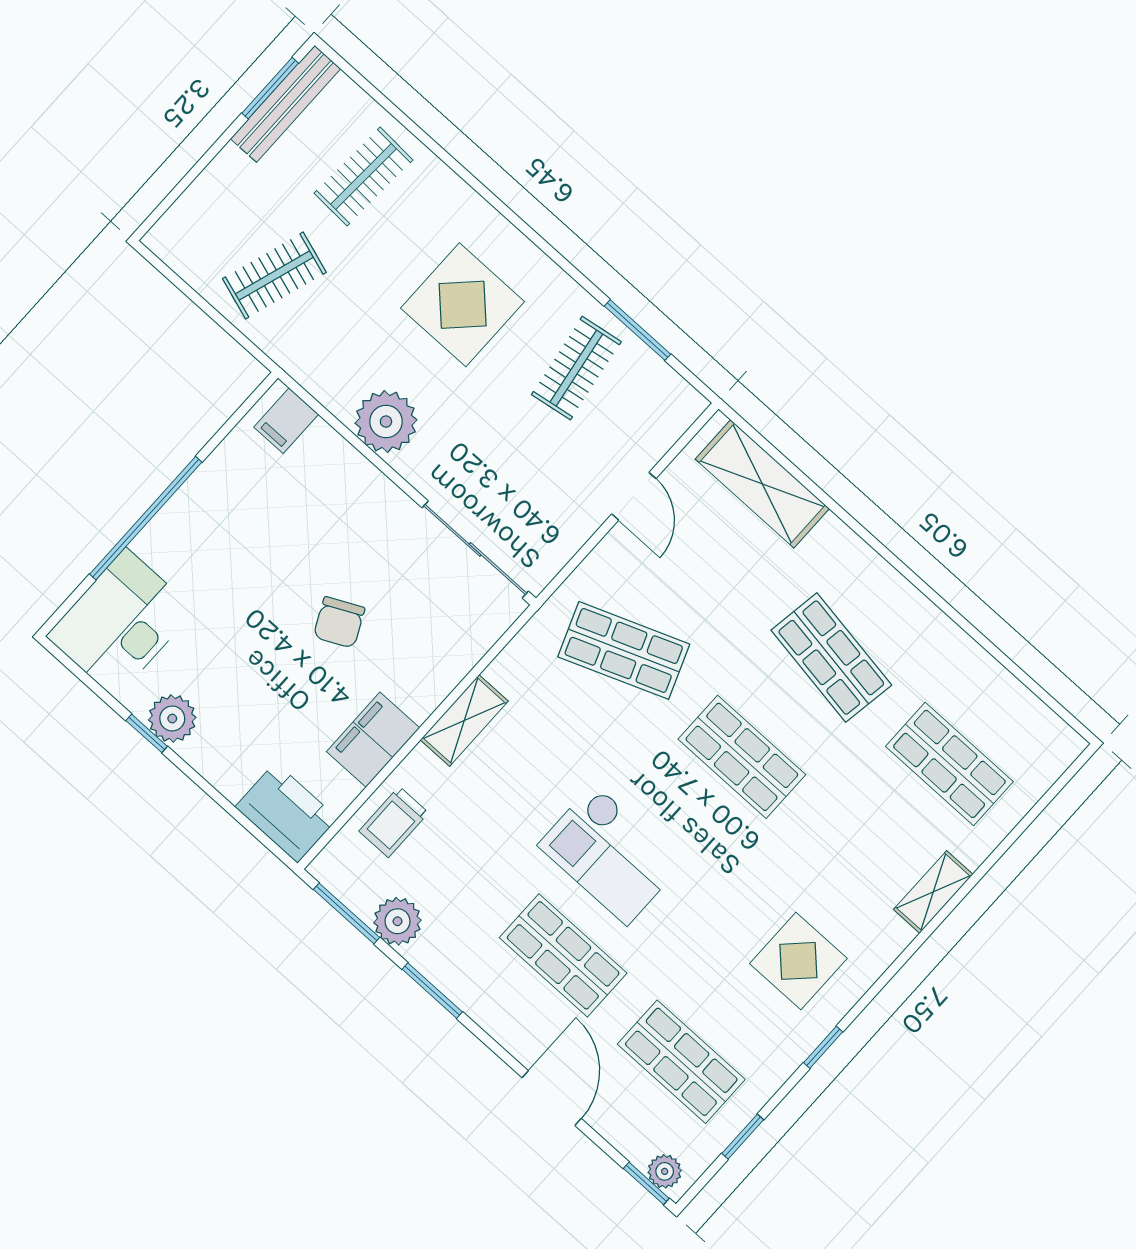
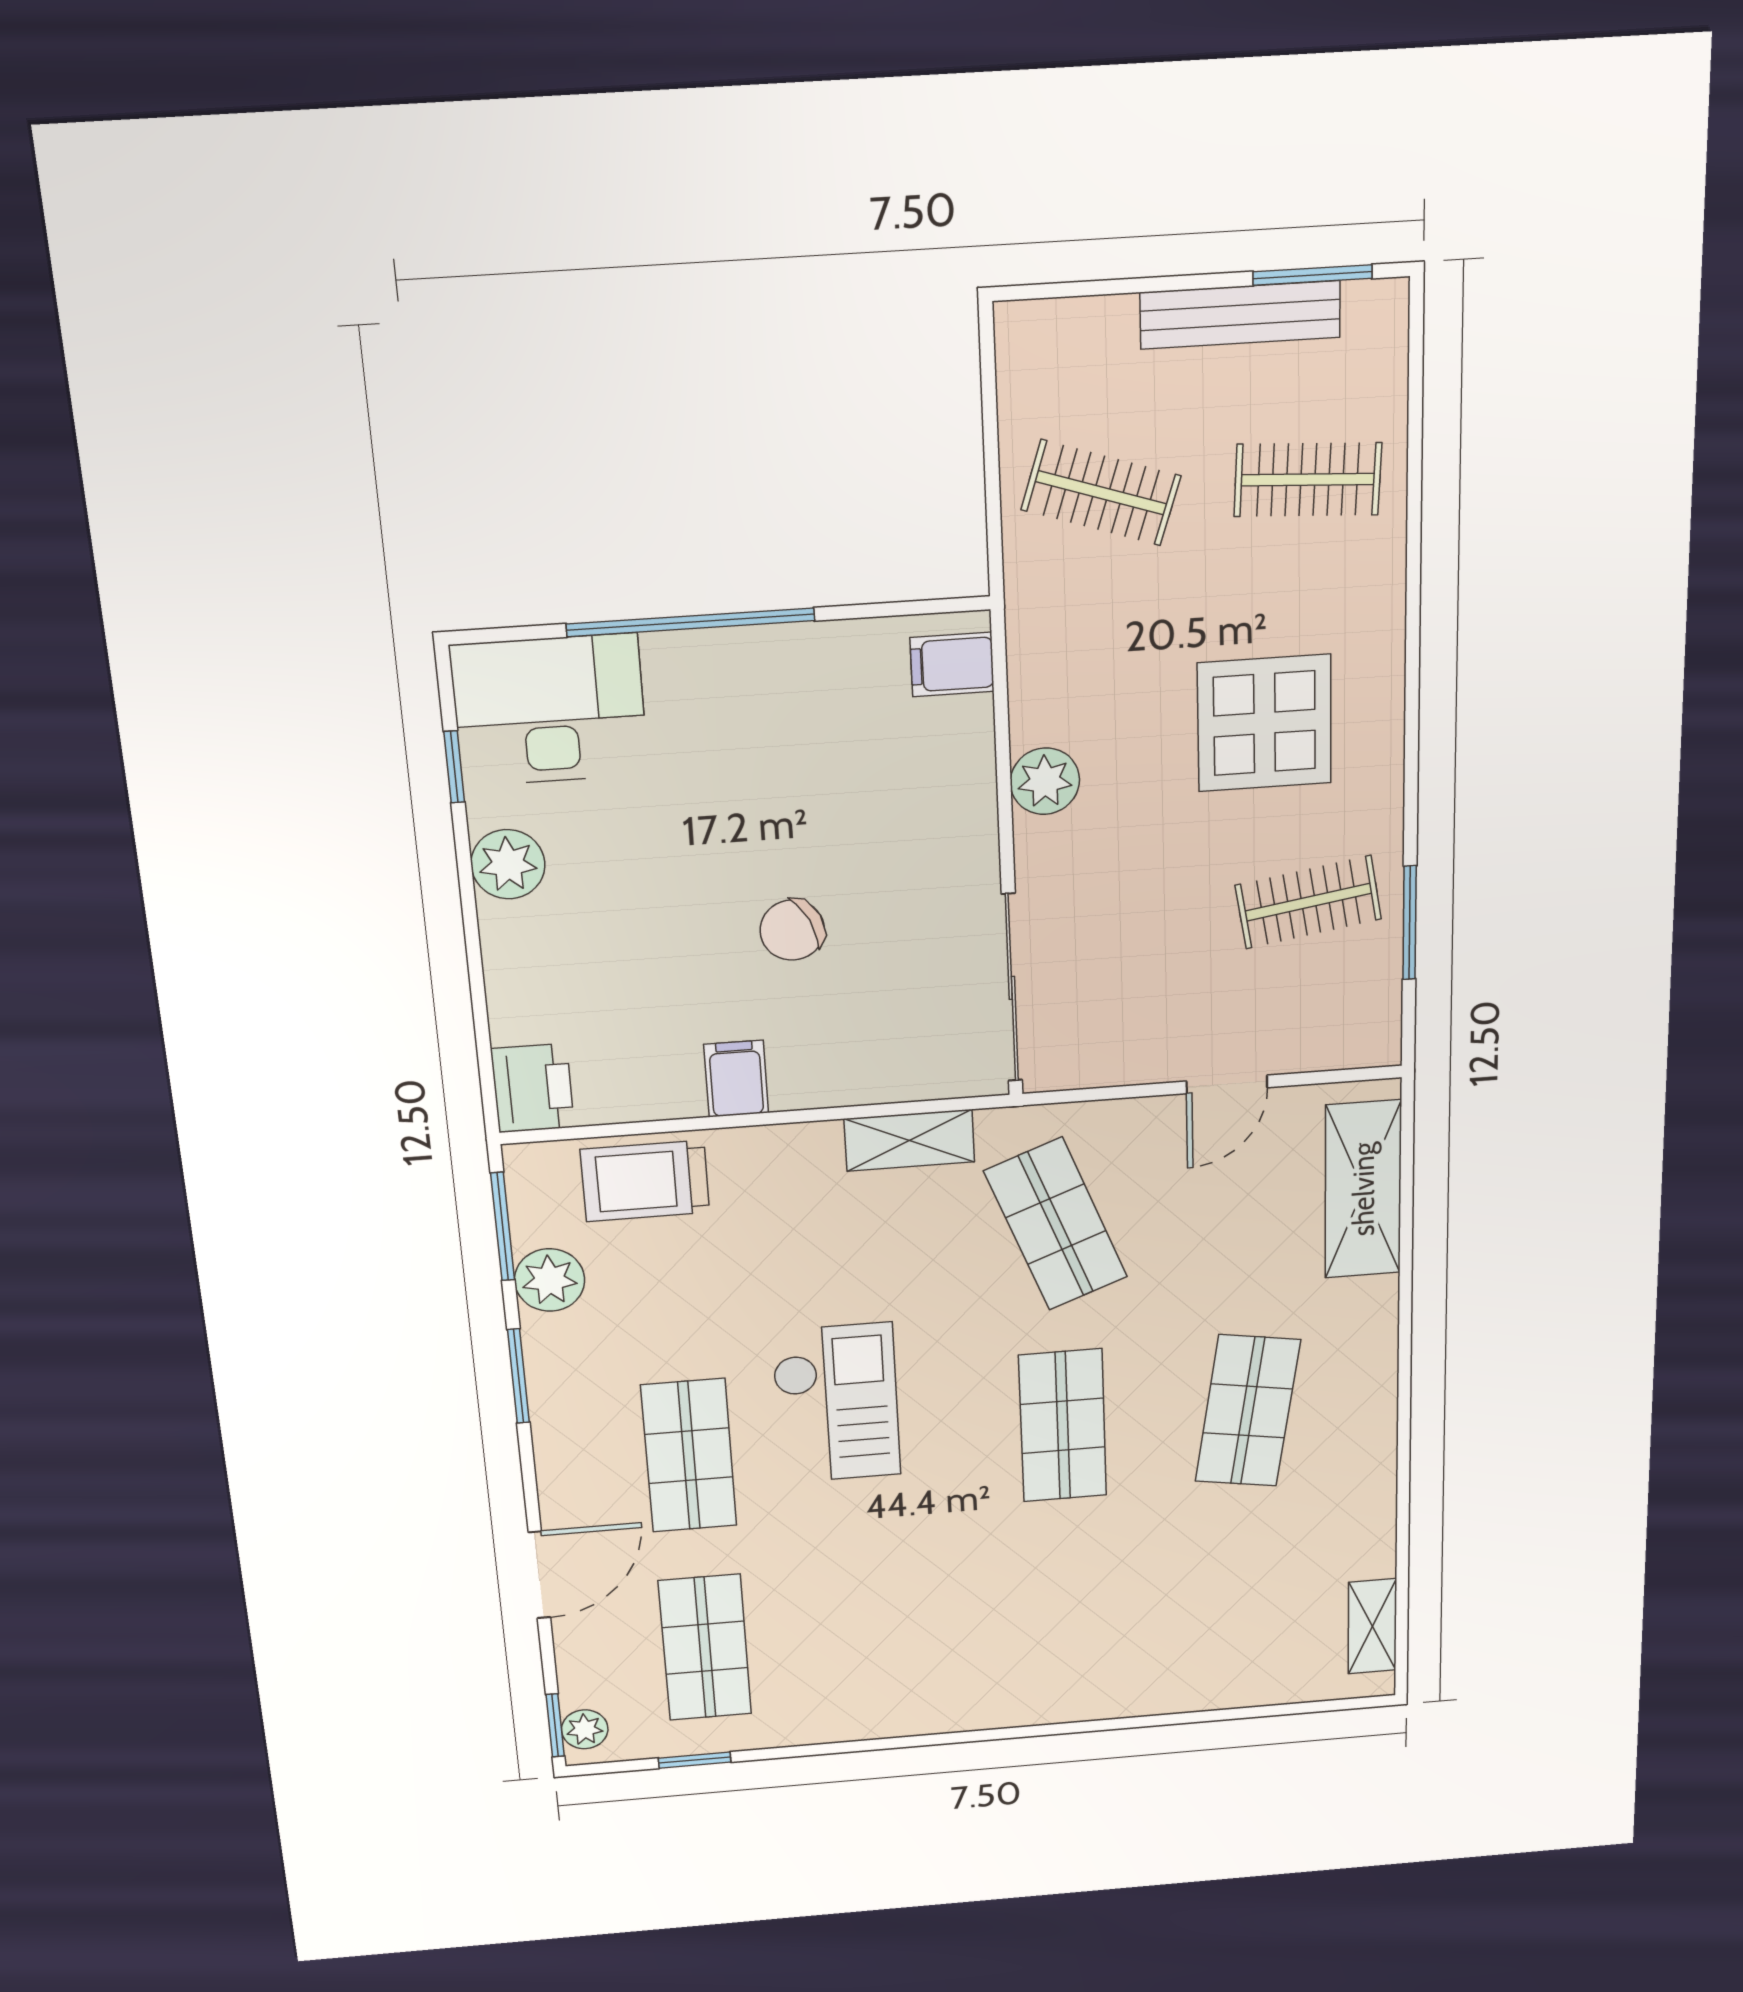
bench: (286, 104) -> (1240, 315), moved
plant: (386, 422) -> (1045, 781), width x0.73, depth x0.73
shelving: (464, 721) -> (909, 1140), moved
window: (147, 733) -> (454, 767), moved
filing cabinet: (373, 740) -> (736, 1079), width x0.50
shop shelf: (949, 764) -> (1250, 1602), removed
printer: (286, 813) -> (533, 1088), width x0.73, depth x0.84
trolley: (394, 822) -> (645, 1181), width x1.36, depth x1.39
checkout: (610, 854) -> (836, 1403), turned 180
shelving: (933, 892) -> (1372, 1626), moved, turned 90
display table: (798, 961) -> (916, 1653), removed
window: (823, 1047) -> (857, 1746), removed

